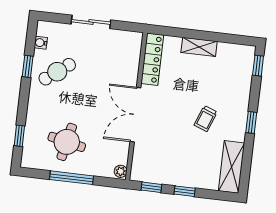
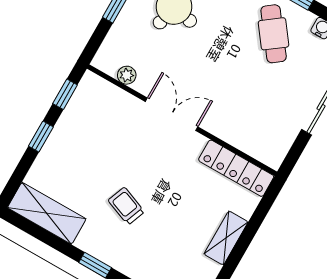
double door: (135, 115) -> (172, 114), width x0.73
plant: (121, 171) -> (127, 75), moved

